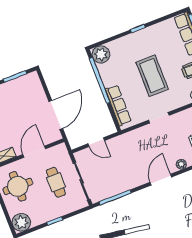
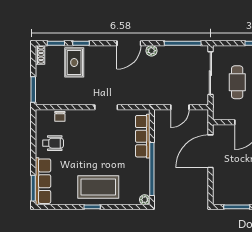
plant: (101, 54) -> (145, 200), width x0.53, depth x0.53
coffee table: (152, 76) -> (98, 187), moved, turned 90
door: (96, 142) -> (180, 107), swing flipped
plant: (181, 164) -> (151, 51), moved

